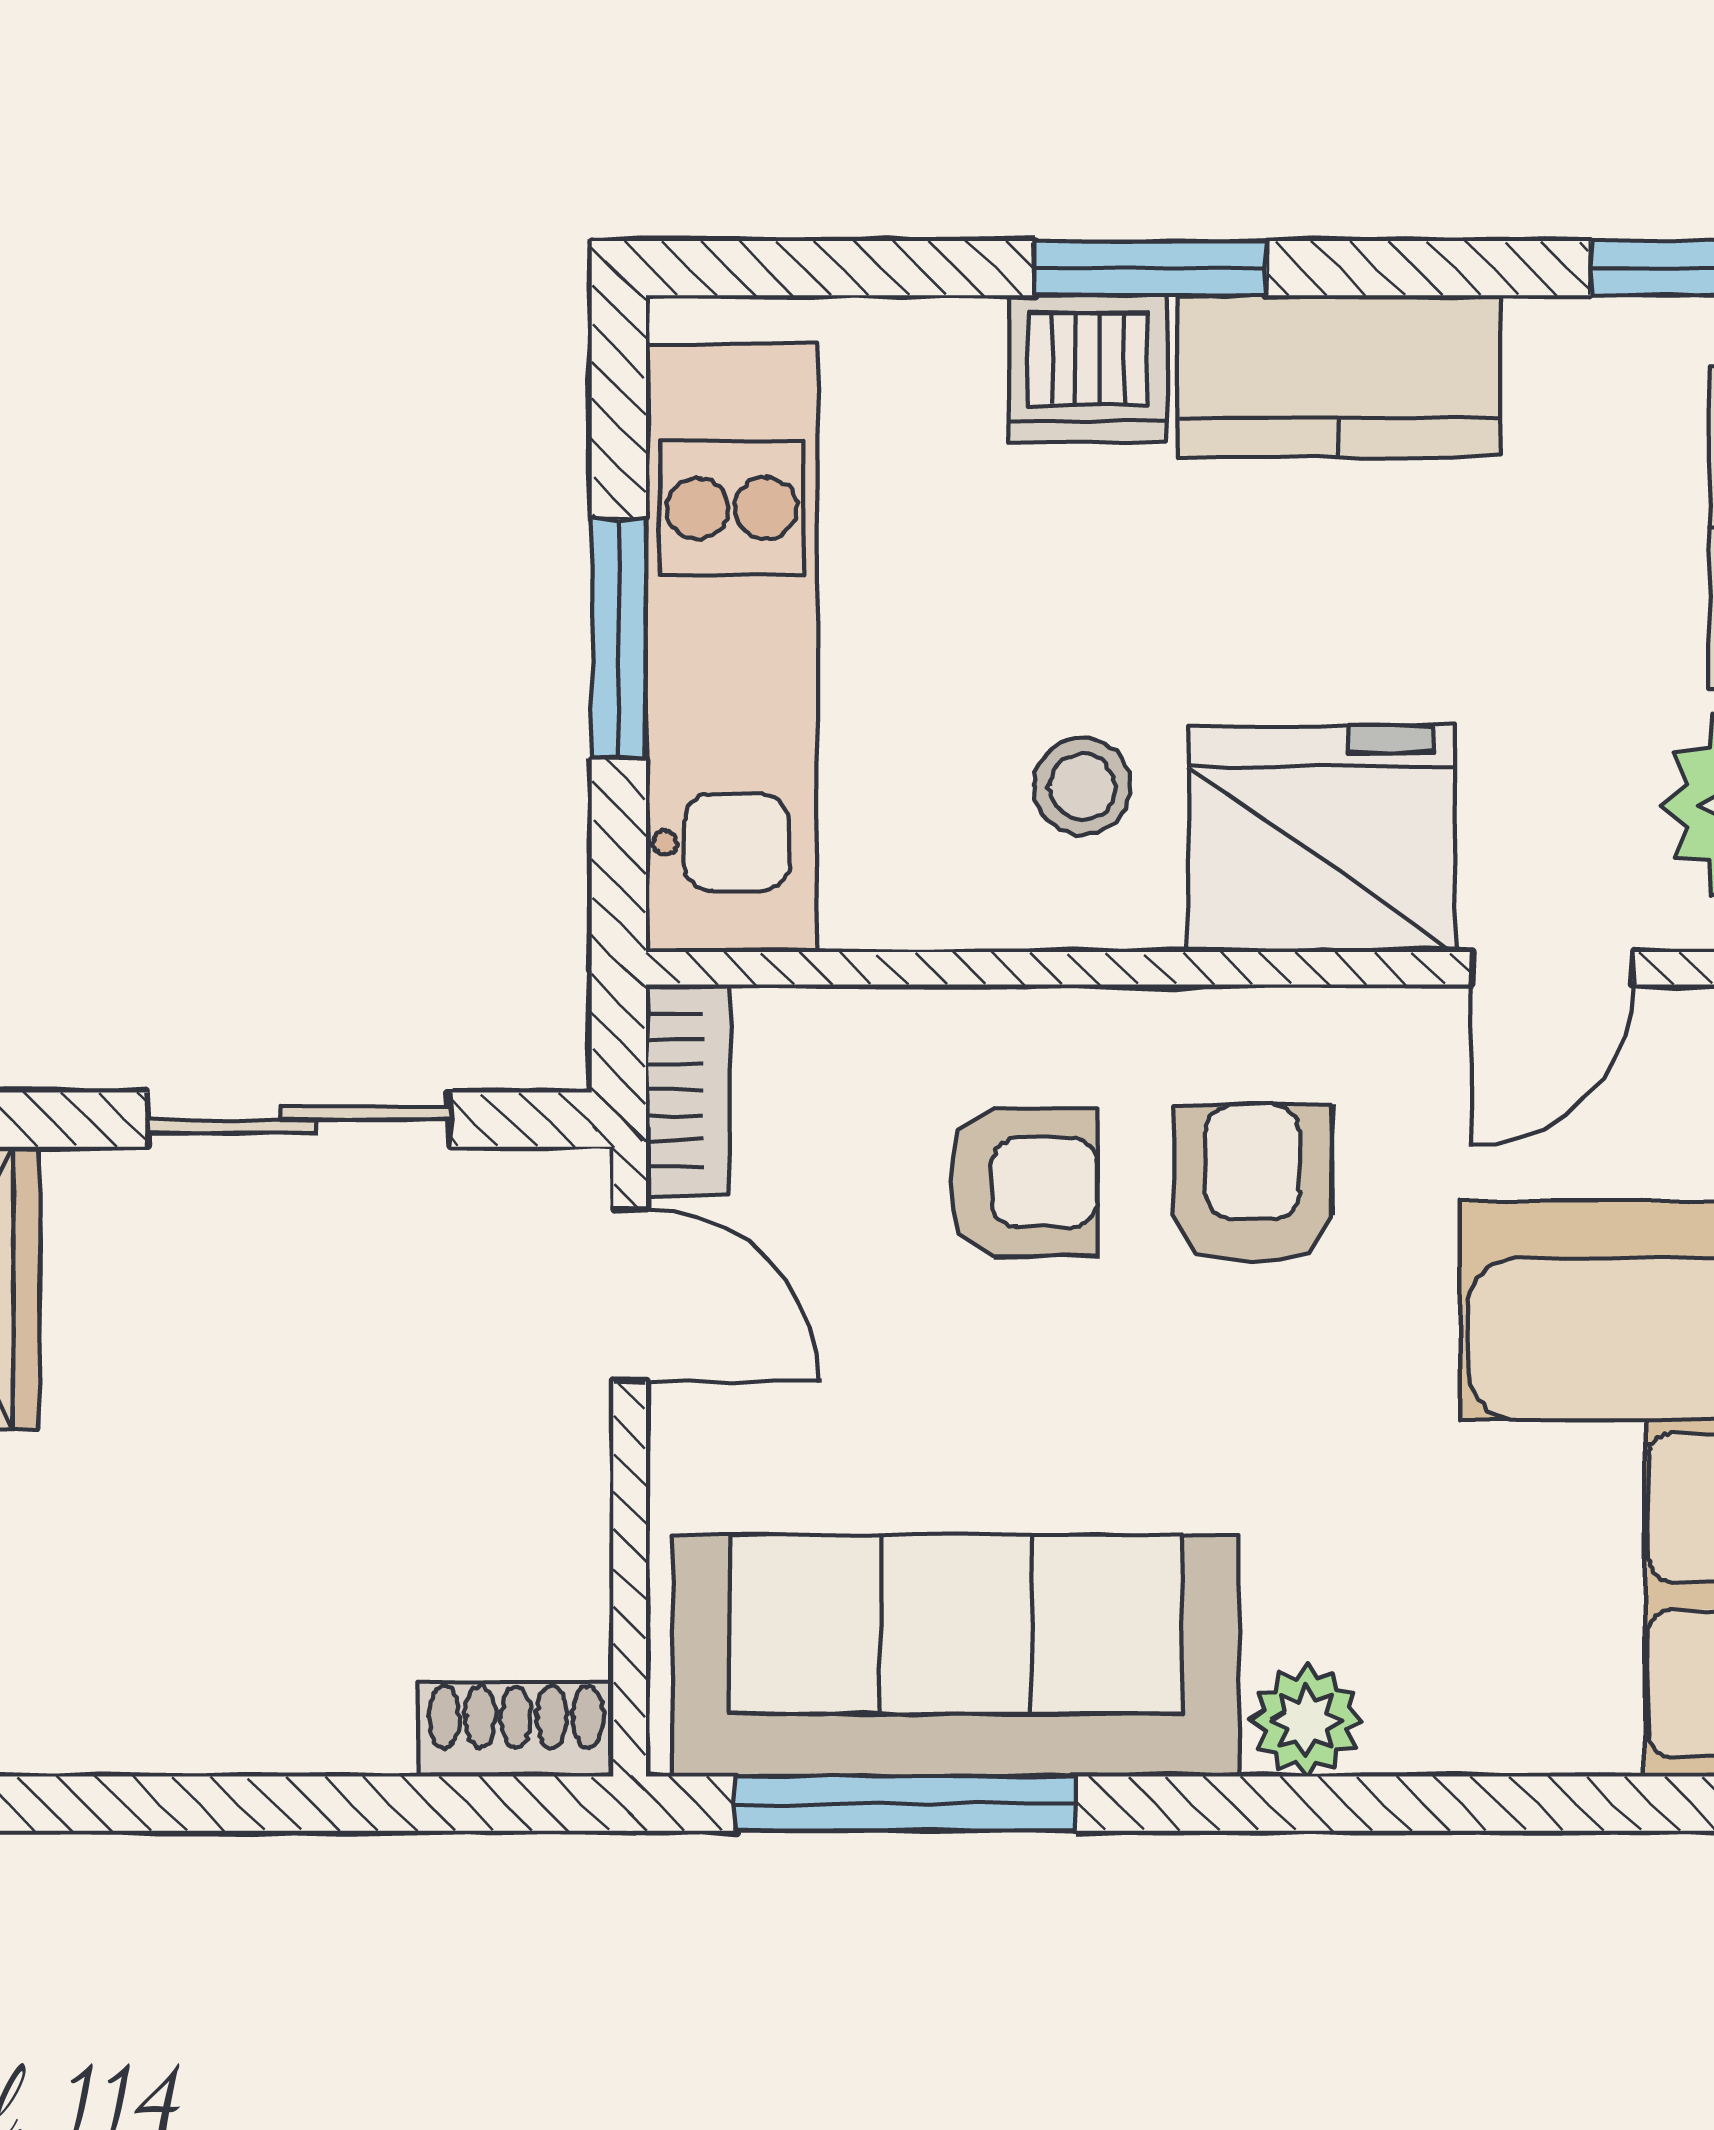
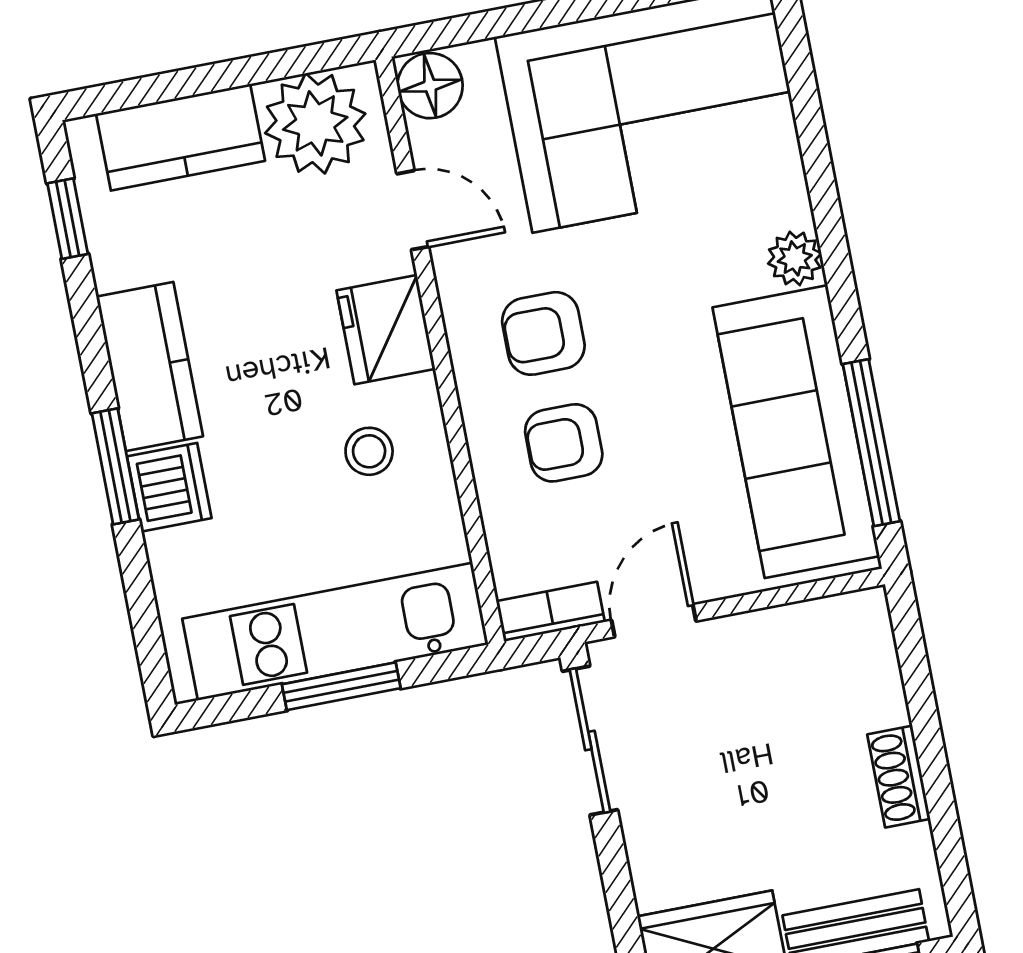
fridge: (1321, 839) -> (386, 330), width x0.73, depth x0.75
sliding door: (299, 1120) -> (590, 741), moved
armchair: (1024, 1182) -> (564, 443), turned -90
shoe rack: (516, 1729) -> (899, 777), moved

